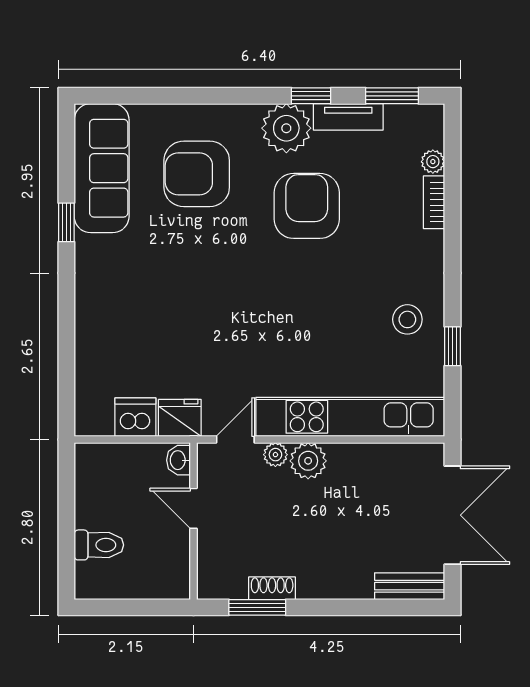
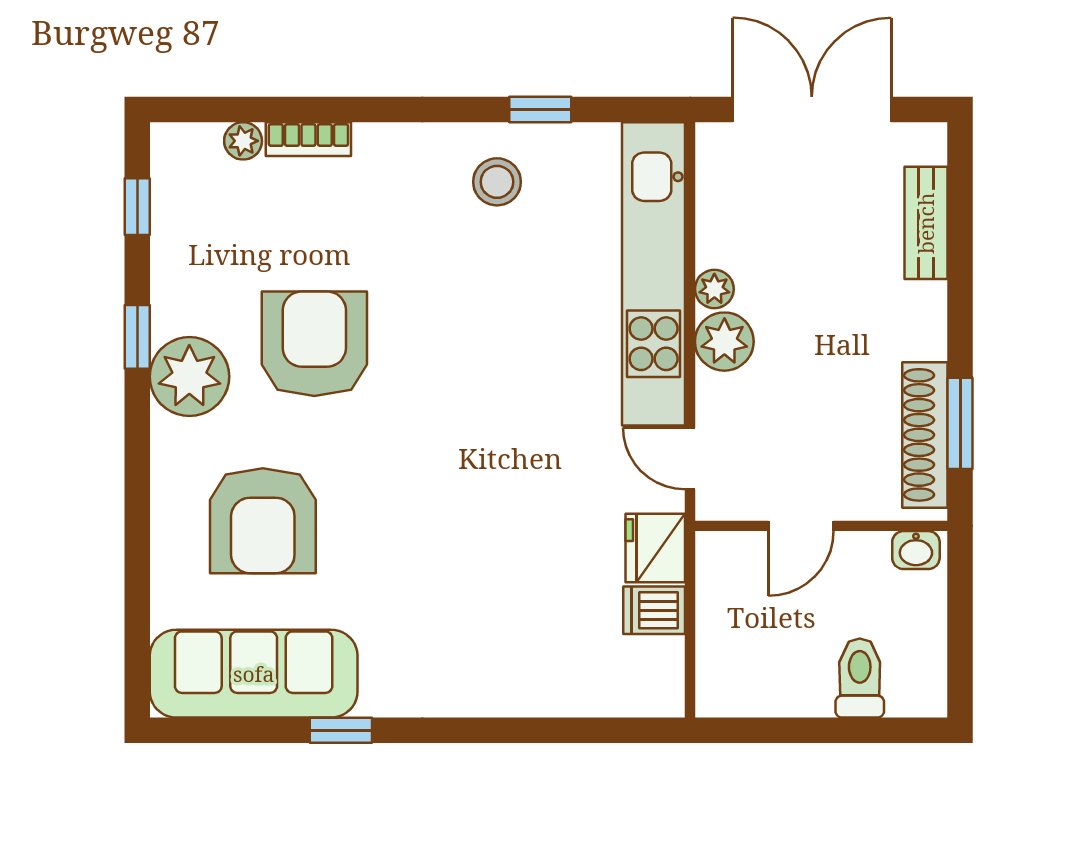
window: (392, 96) -> (137, 207), width x0.67
tv unit: (348, 117) -> (171, 277), removed
armchair: (307, 206) -> (314, 344), turned 90
dishwasher: (135, 417) -> (654, 610), width x0.73
plant: (275, 455) -> (714, 289), moved
washbasin: (178, 460) -> (916, 550), moved
bench: (410, 586) -> (926, 223), moved
shoe rack: (272, 588) -> (925, 435), width x1.94, depth x1.24

